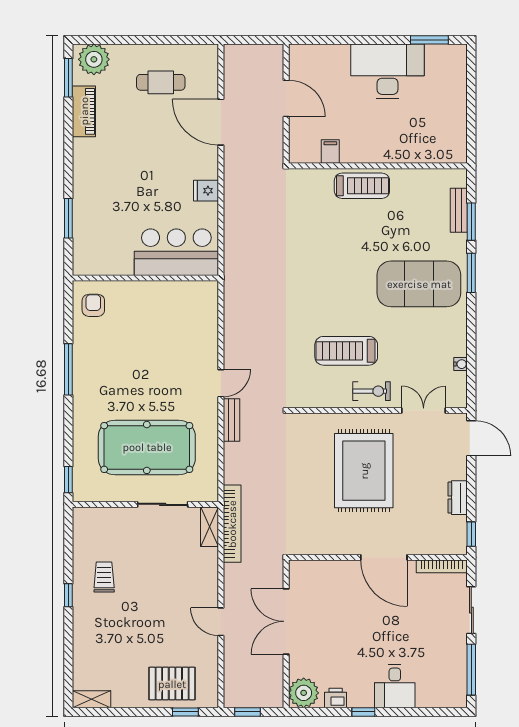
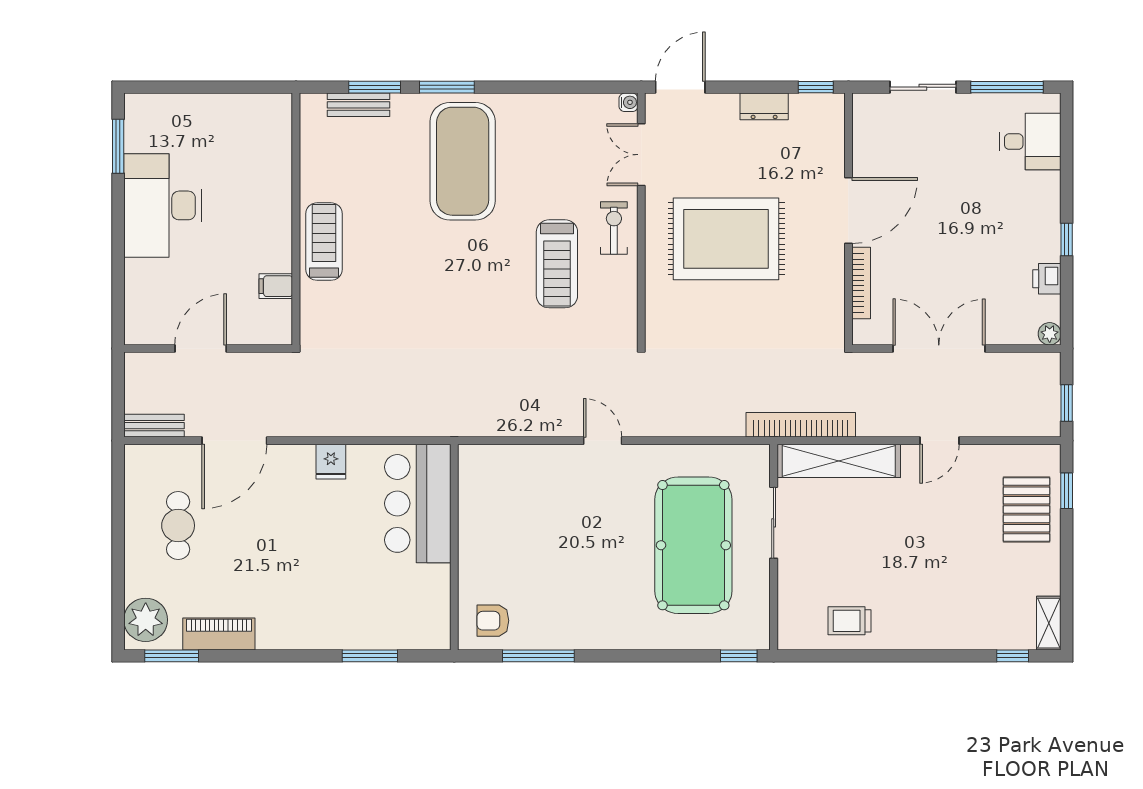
water cooler: (461, 364) -> (628, 102), moved, turned 90
window: (68, 369) -> (538, 656), moved
bench: (231, 420) -> (154, 426), moved
shelving: (210, 527) -> (839, 461), width x2.20, depth x1.33
bookcase: (442, 566) -> (861, 283), moved
trolley: (104, 577) -> (850, 621), moved
window: (68, 595) -> (1013, 656), moved
double door: (286, 621) -> (939, 349), swing flipped
desk: (395, 686) -> (1030, 142), moved
plant: (304, 693) -> (1050, 334), width x0.53, depth x0.53

